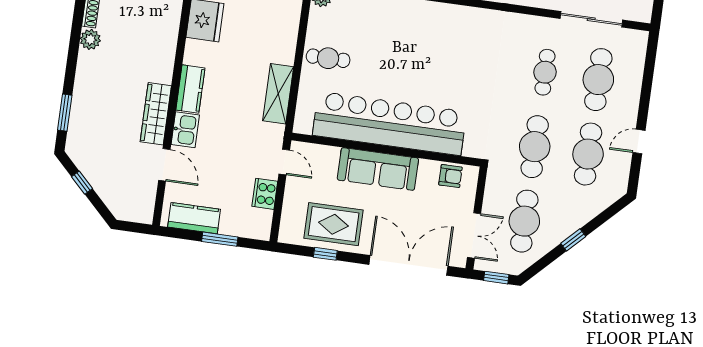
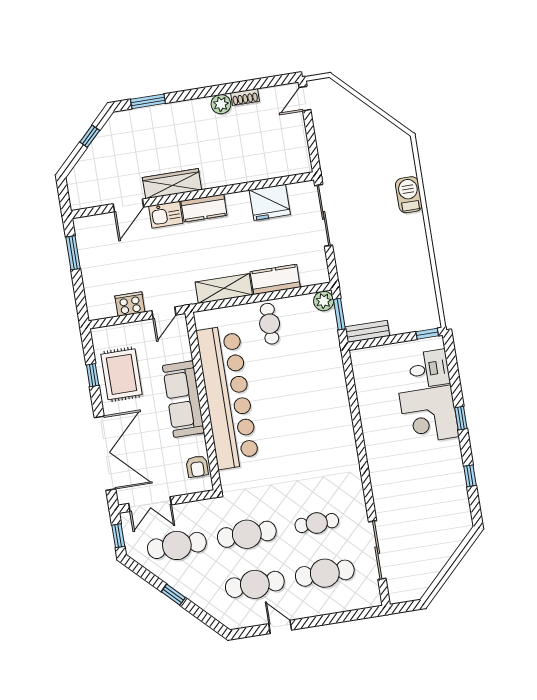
kitchen counter: (194, 218) -> (275, 279), moved, turned -90
window: (220, 239) -> (73, 253), moved

